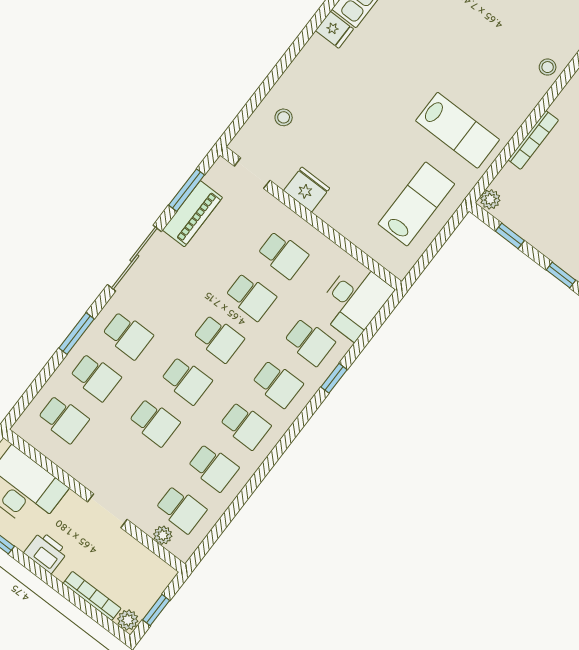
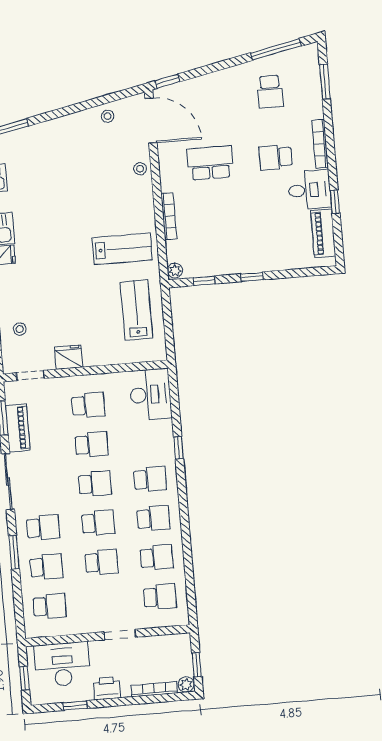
school desk: (310, 342) -> (147, 440), removed
plant: (163, 535) -> (163, 620), removed

